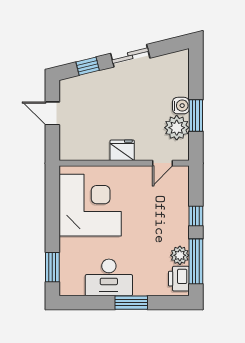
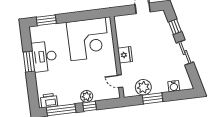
water cooler: (181, 106) -> (174, 86), moved
plant: (180, 255) -> (87, 96), moved
window: (131, 303) -> (29, 62), moved

